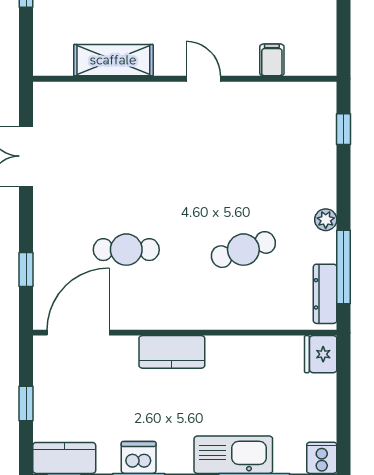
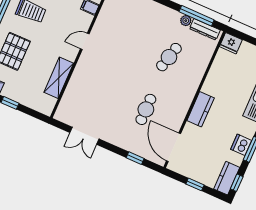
plant: (326, 220) -> (186, 21), moved
cafe table: (243, 250) -> (169, 57), turned 33

